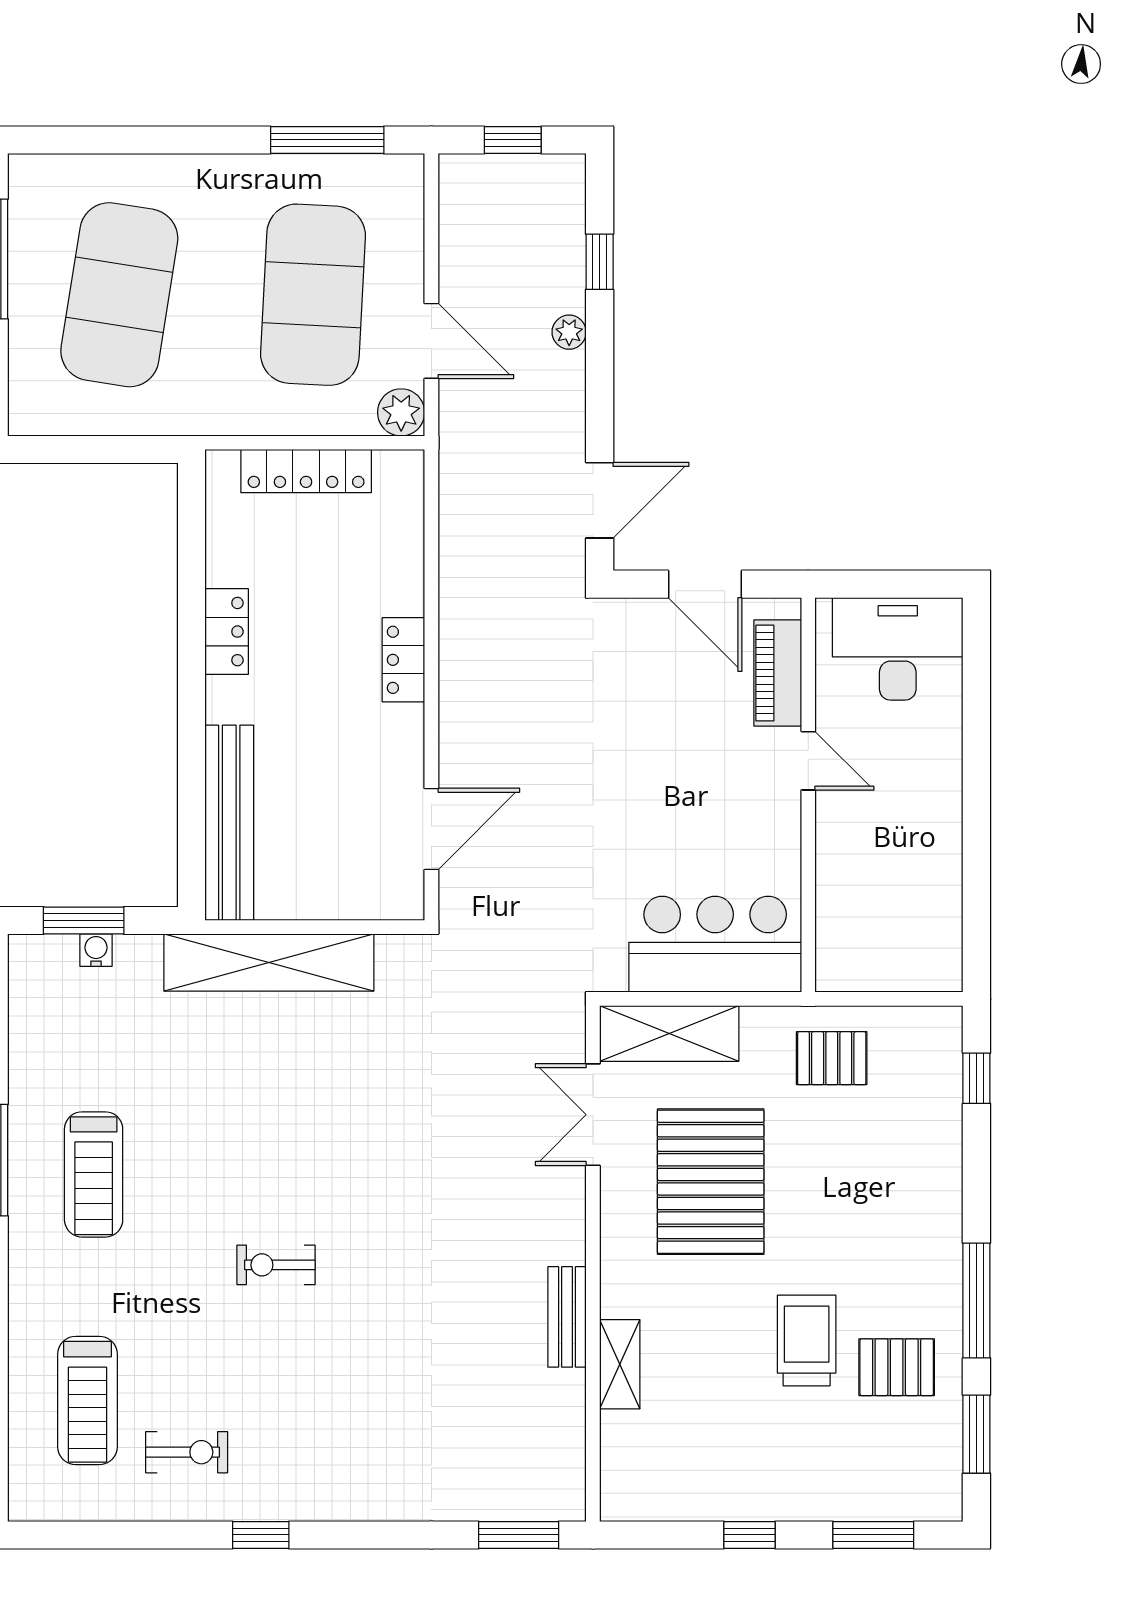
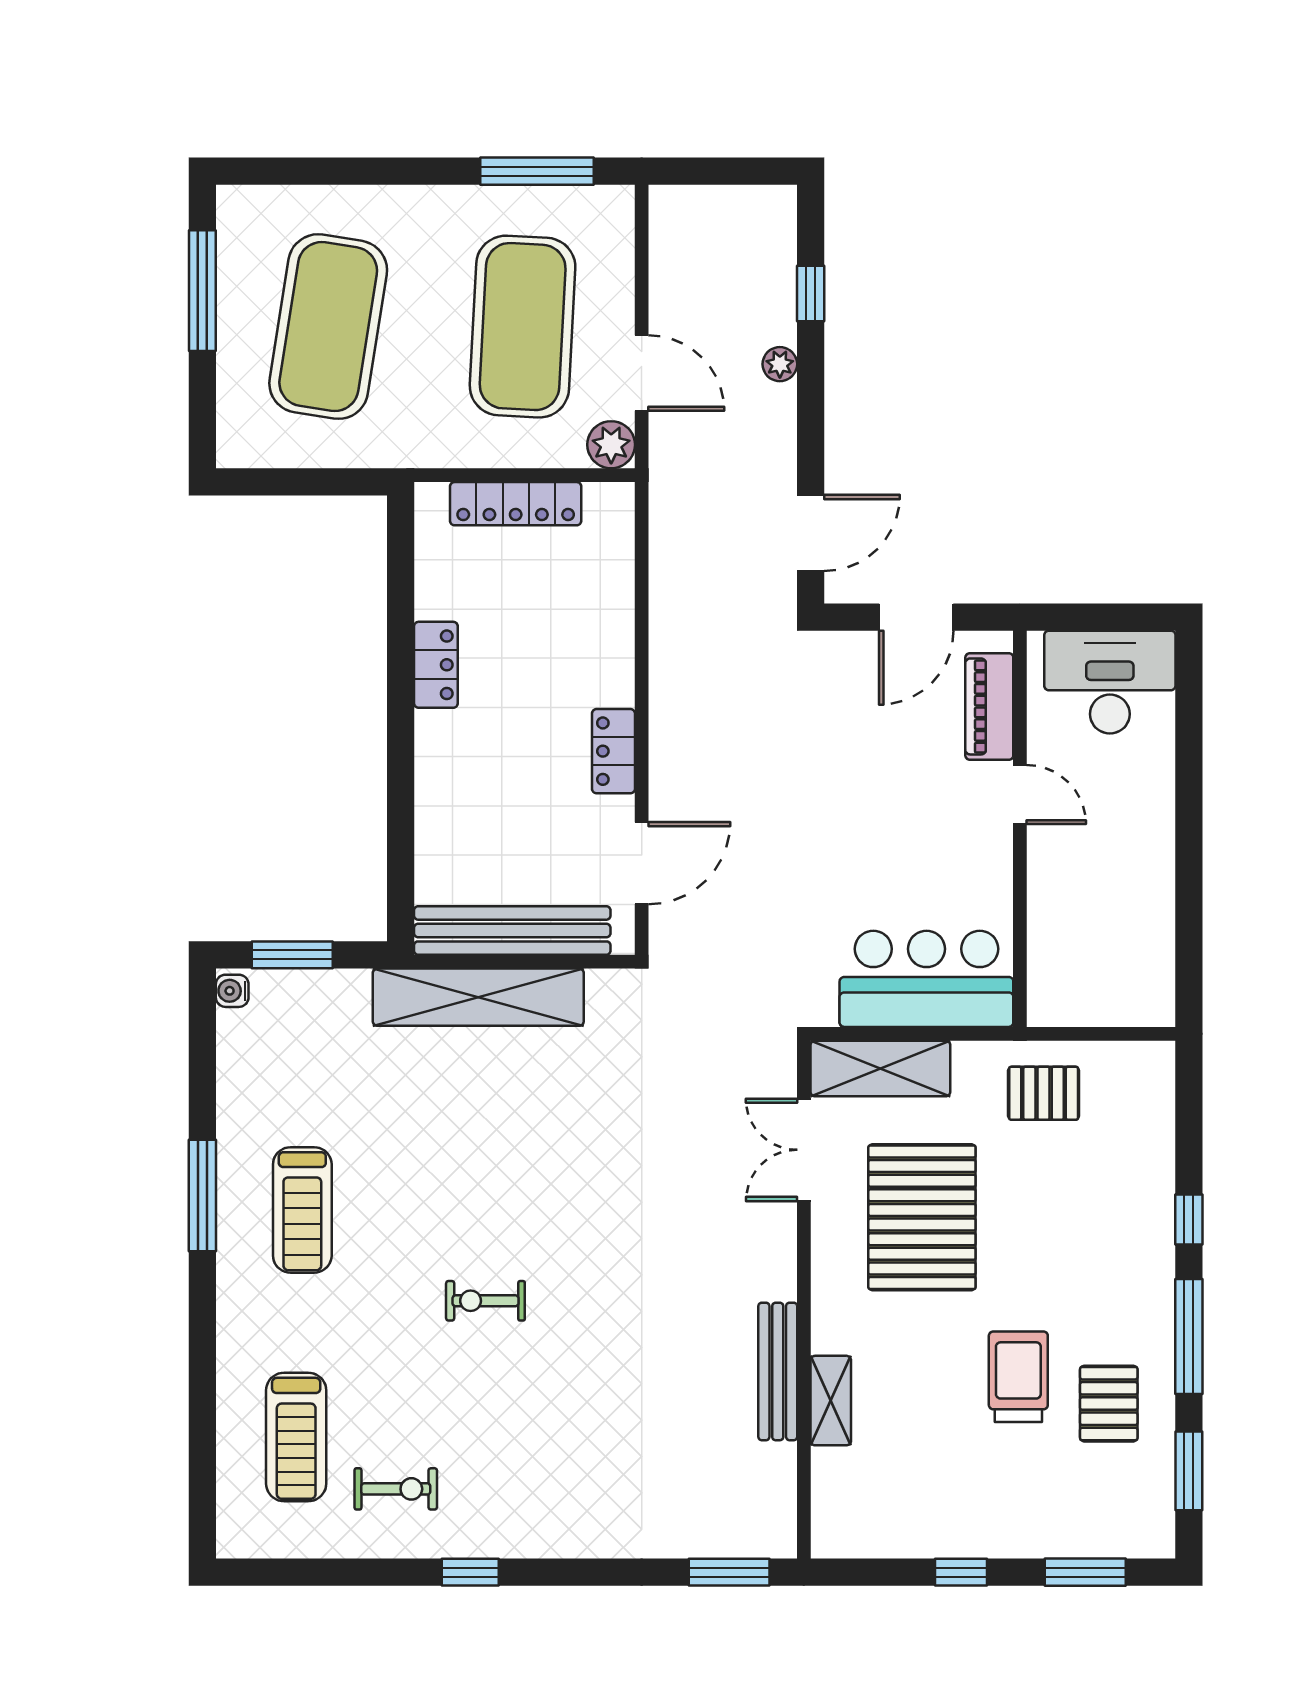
window: (513, 140) -> (723, 171), removed
door: (705, 584) -> (916, 617), hinge flipped
locker: (403, 660) -> (613, 751), moved
bench: (229, 823) -> (512, 931), moved, turned 90
water cooler: (96, 950) -> (232, 991), moved, turned -90
window: (976, 1078) -> (1189, 1220), moved
bench: (567, 1317) -> (778, 1371), width x1.36
pallet: (897, 1367) -> (1109, 1404), turned 90

